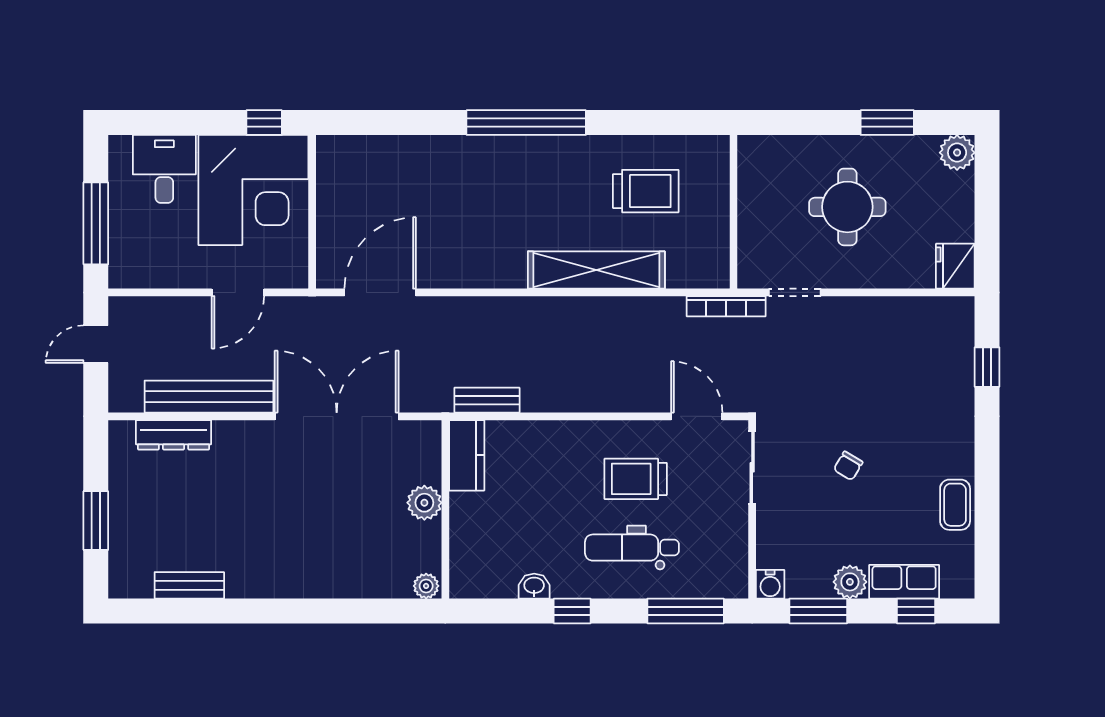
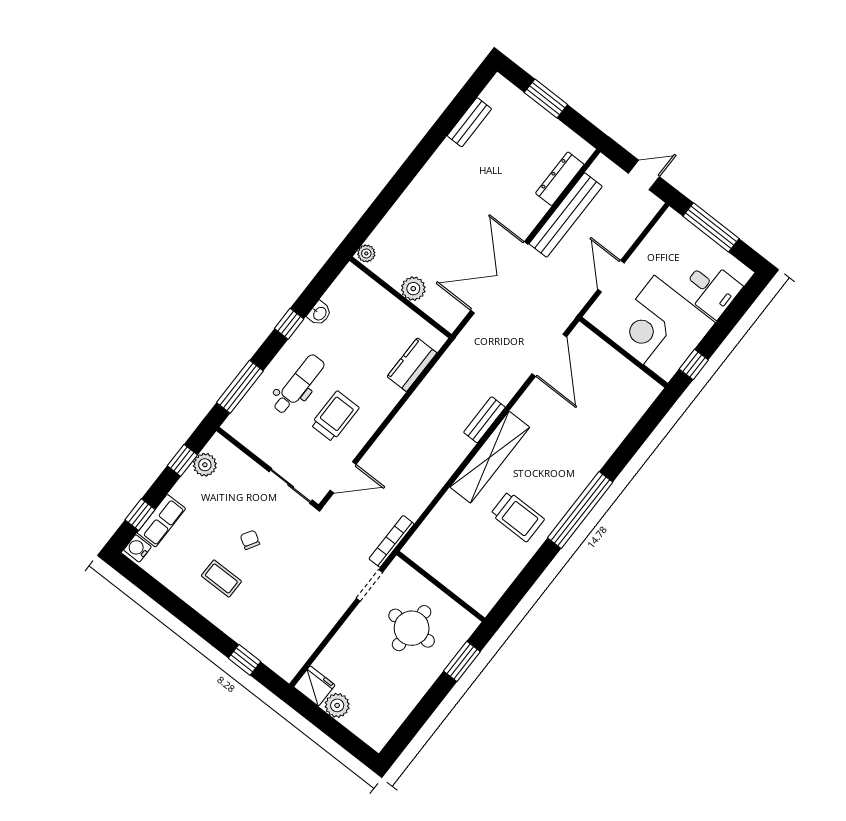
window: (887, 123) -> (462, 661), moved
plant: (957, 153) -> (337, 705), moved
trolley: (646, 191) -> (517, 517), moved, turned -90
round table: (847, 207) -> (412, 628), moved
shelving: (596, 270) -> (490, 457), moved
door: (96, 344) -> (644, 175), hinge flipped
bench: (487, 400) -> (484, 420), moved
double door: (337, 416) -> (499, 277), swing flipped
kitchen counter: (467, 455) -> (412, 365), moved, turned 90
coffee table: (955, 505) -> (221, 578), moved
plant: (850, 582) -> (205, 465), moved
water cooler: (770, 584) -> (137, 548), moved
window: (818, 611) -> (182, 460), width x0.67

